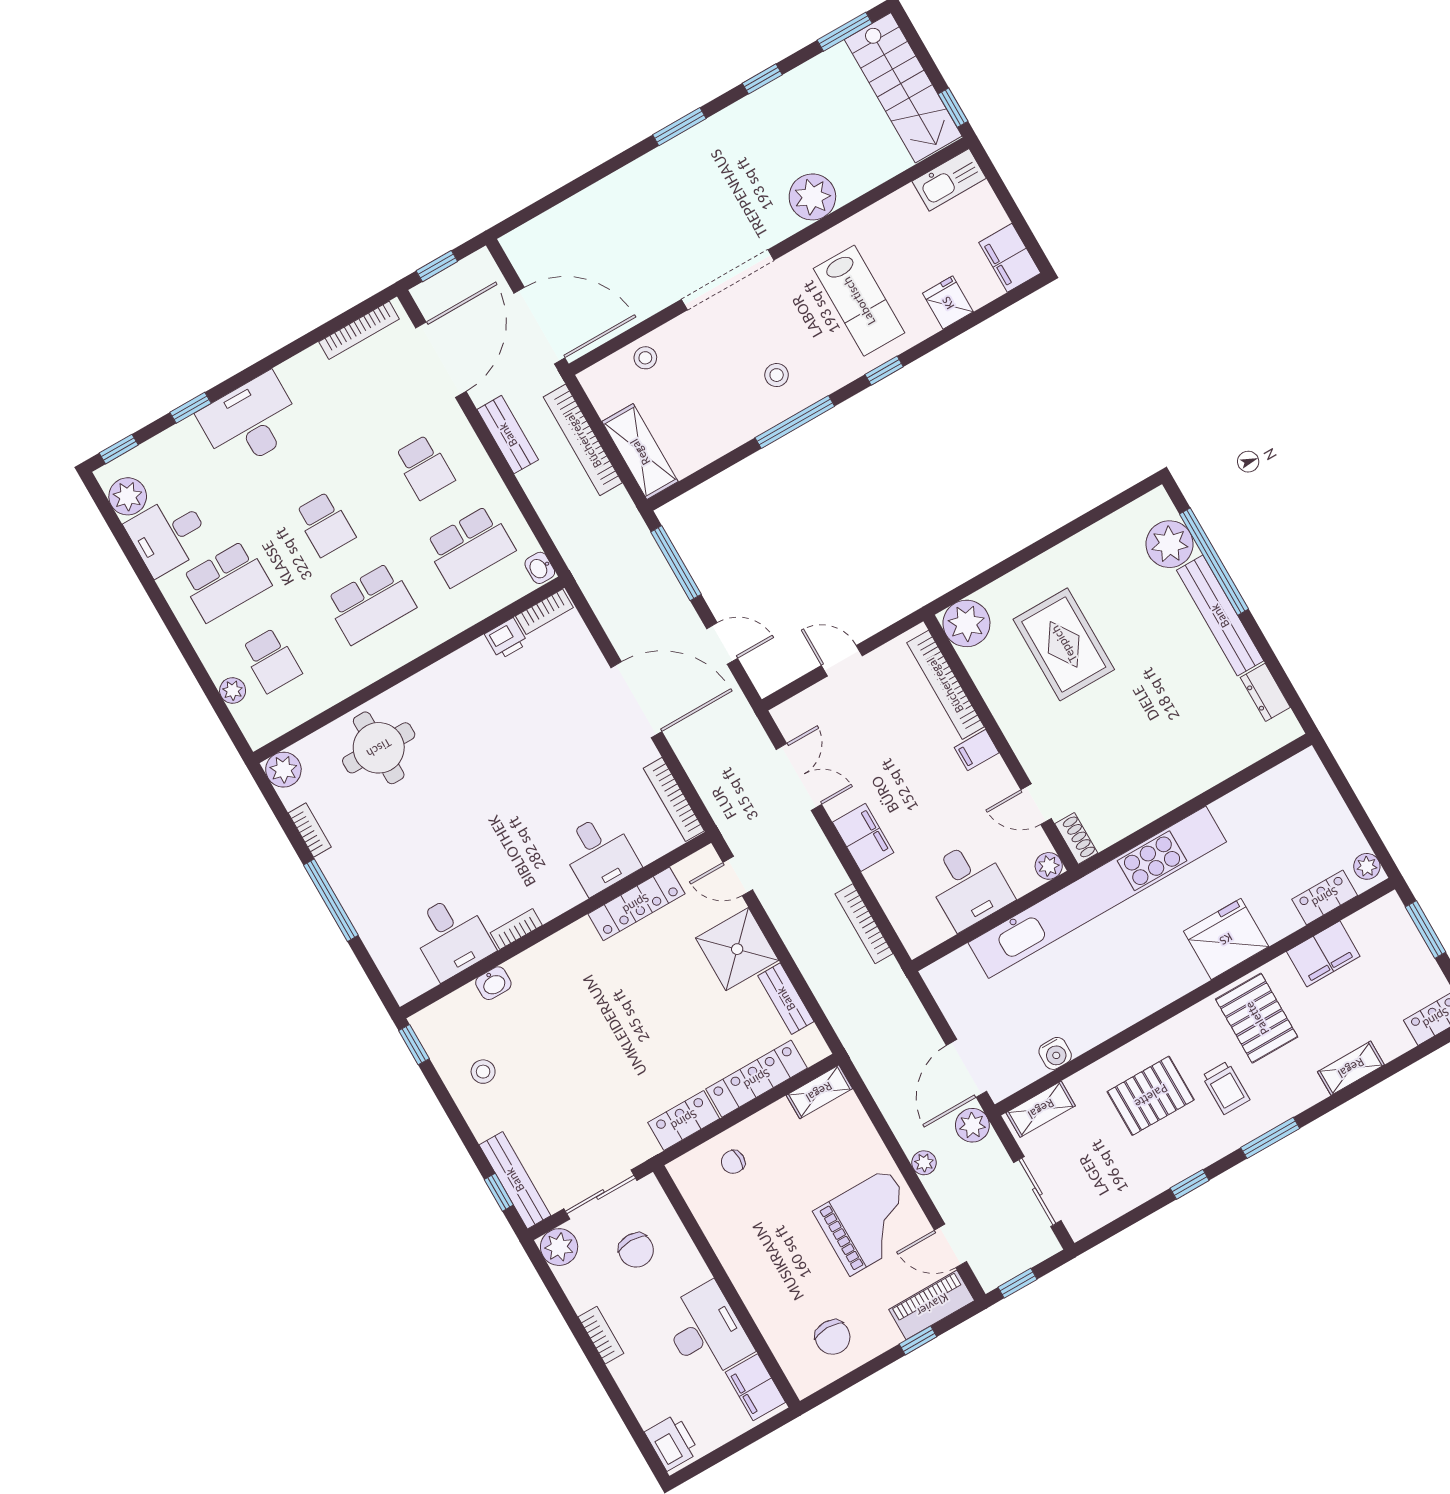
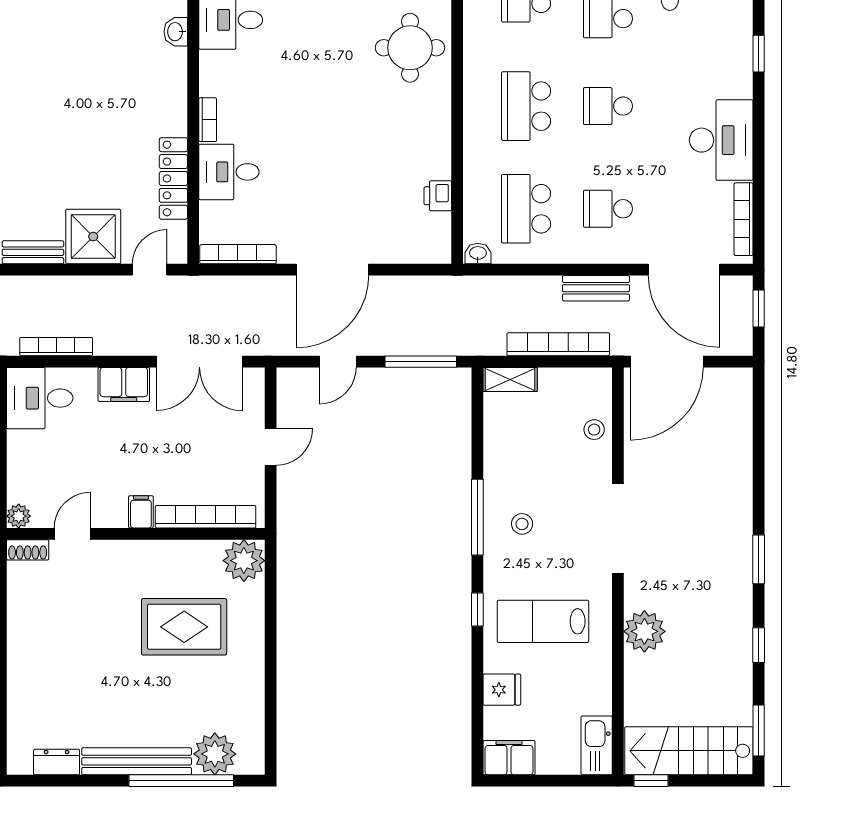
desk: (250, 421) -> (721, 140), moved
shelving: (640, 452) -> (510, 379), width x0.67, depth x0.75
bookcase: (544, 612) -> (442, 238), removed
double door: (799, 777) -> (199, 362), width x1.37
desk: (969, 885) -> (40, 398), moved
bookcase: (516, 929) -> (208, 120), moved

